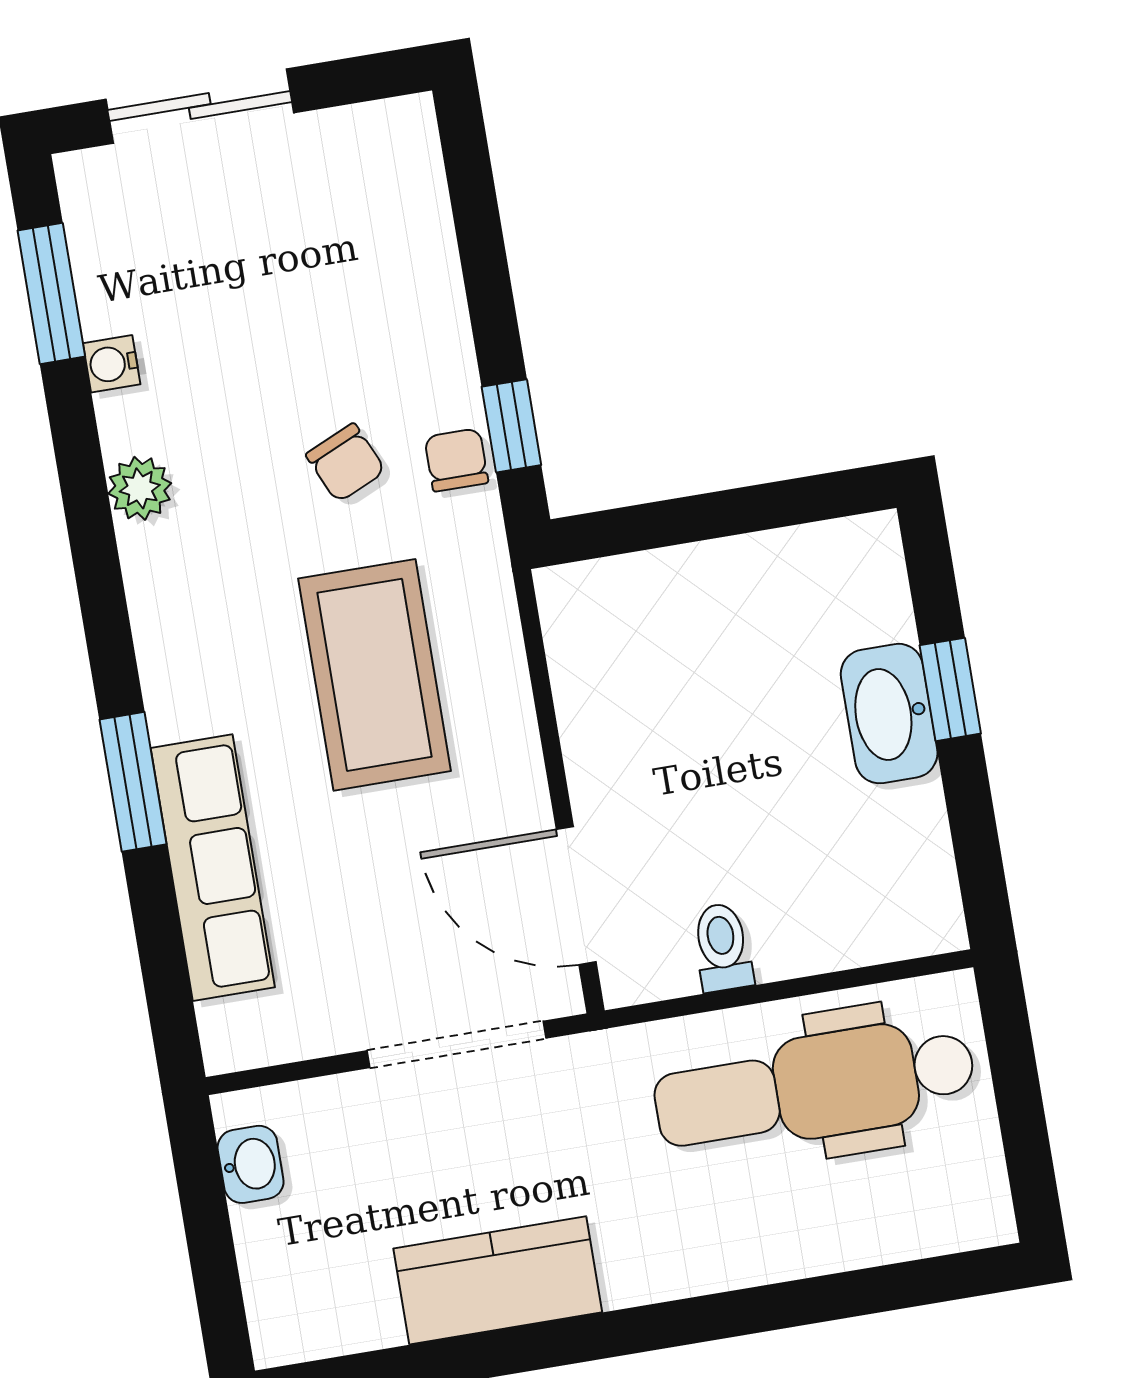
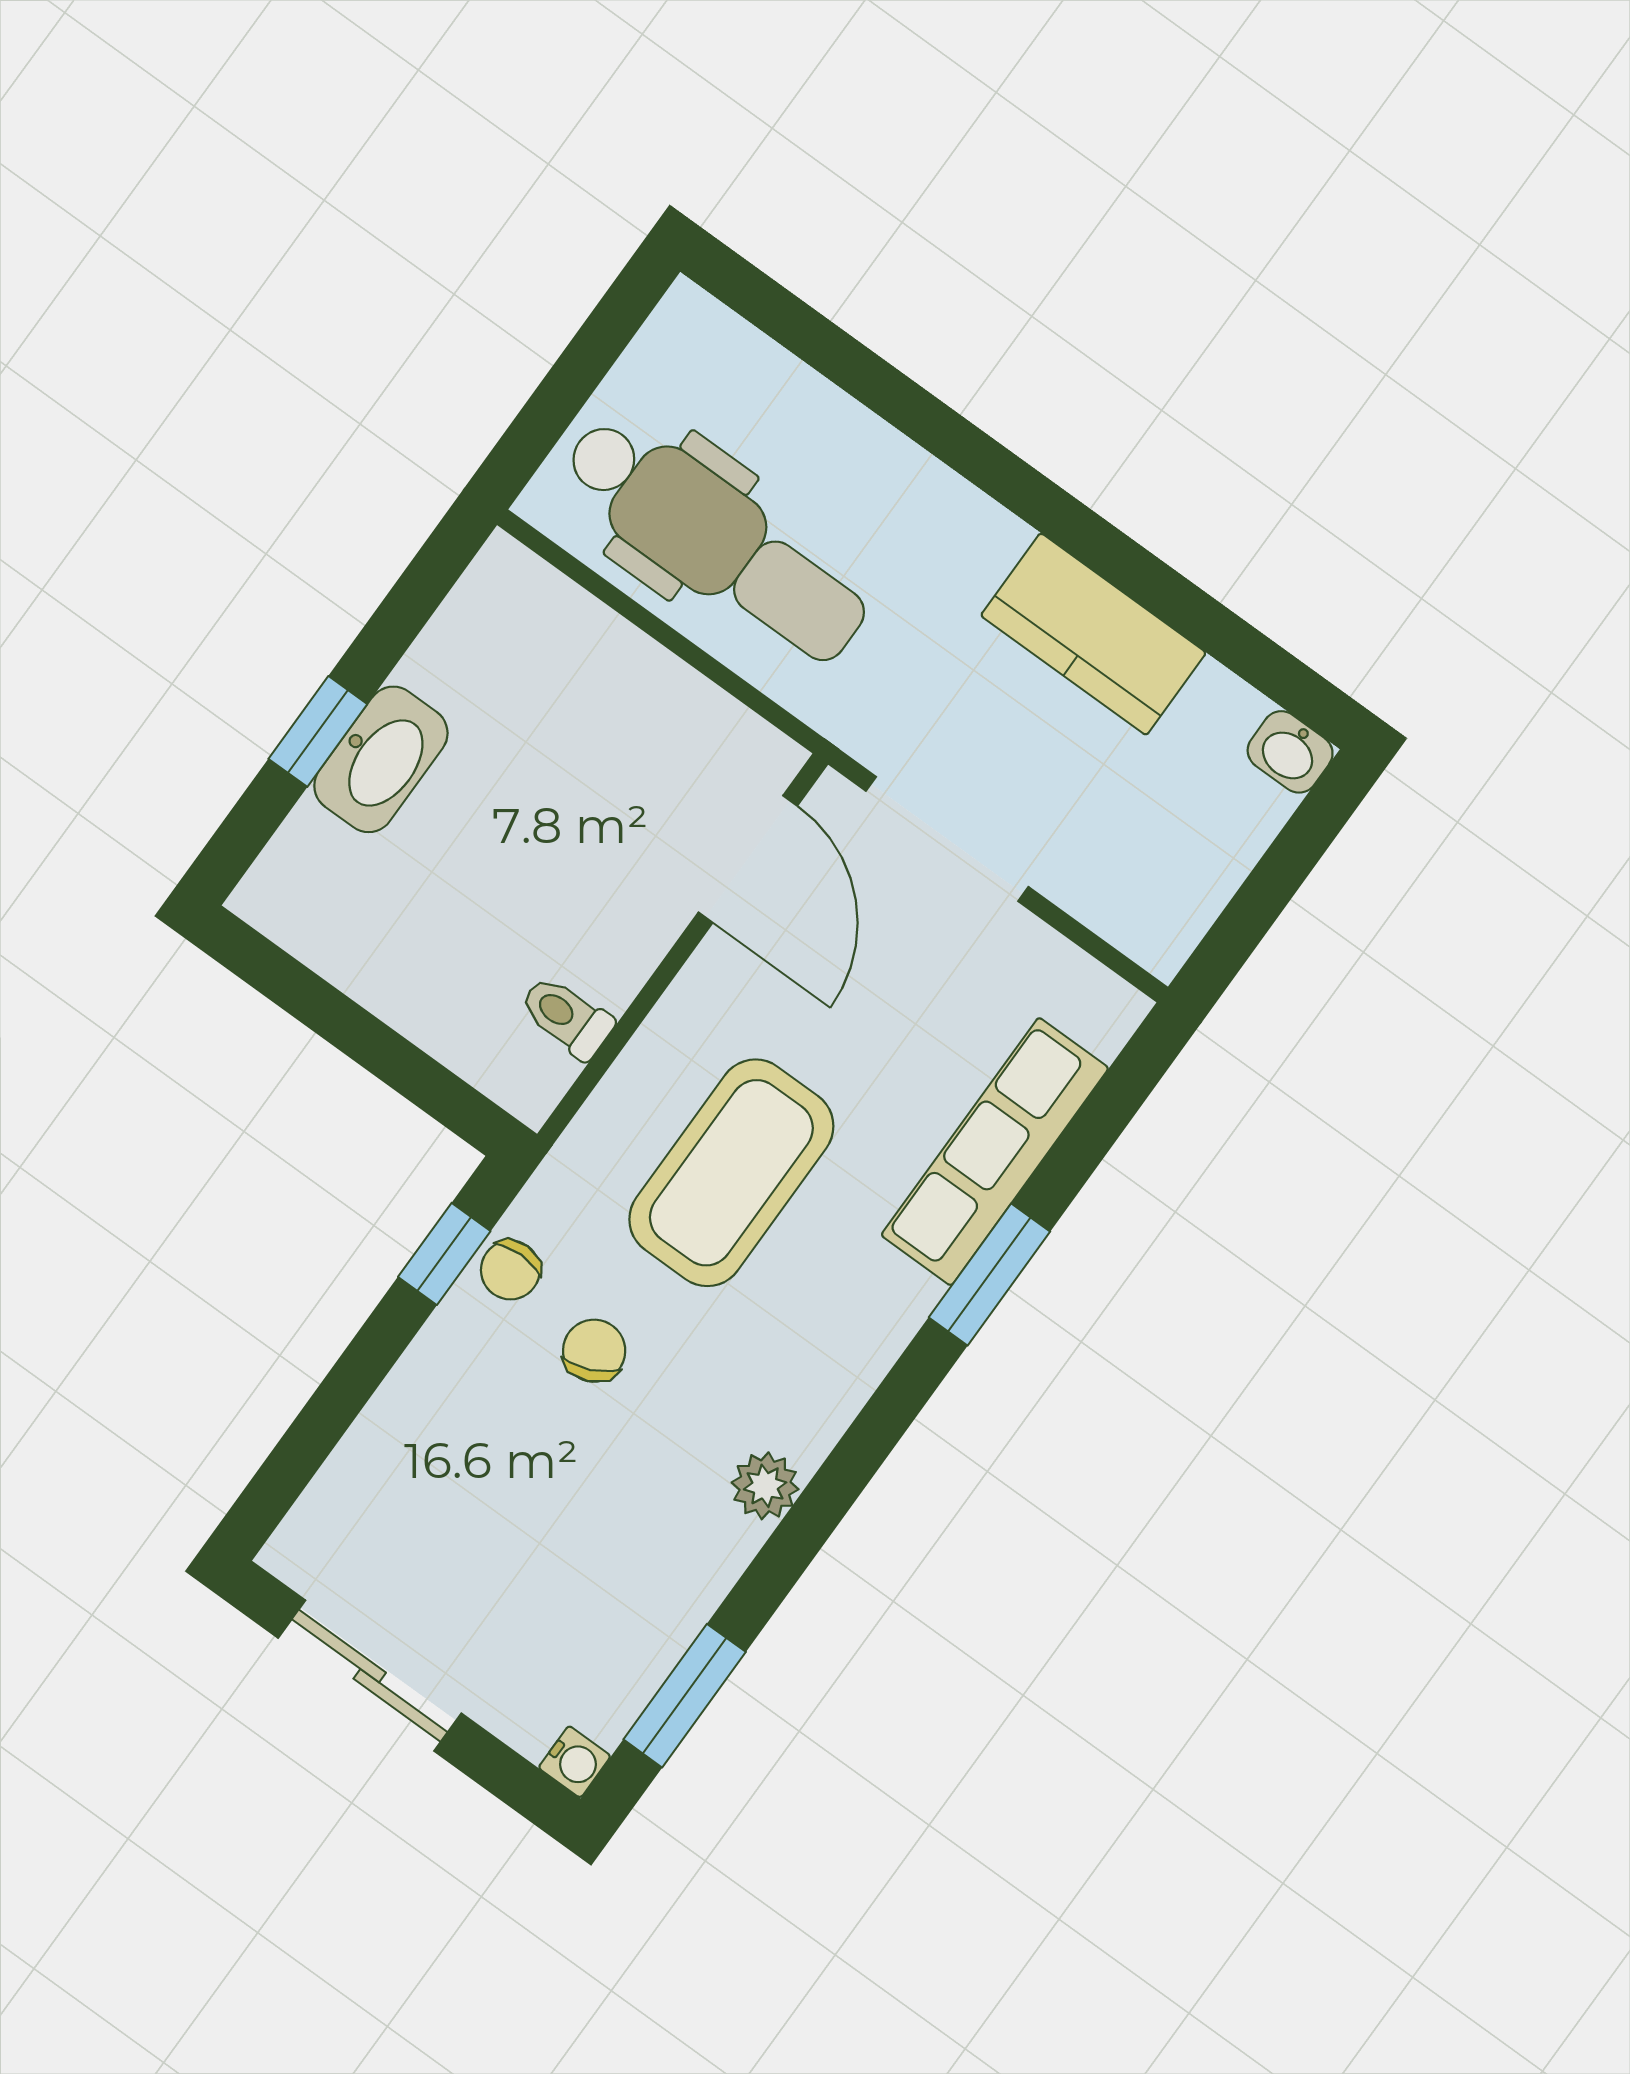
sliding door: (200, 106) -> (370, 1676), moved
water cooler: (112, 364) -> (575, 1762), moved
toilet: (722, 947) -> (566, 1017), moved, turned 90
washbasin: (251, 1164) -> (1290, 752), moved, turned -90

